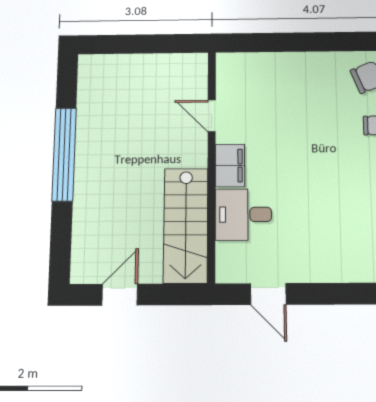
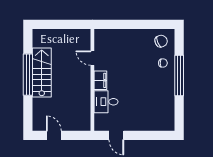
stairs: (186, 225) -> (42, 72), moved, turned 180
door: (120, 295) -> (54, 135), hinge flipped

